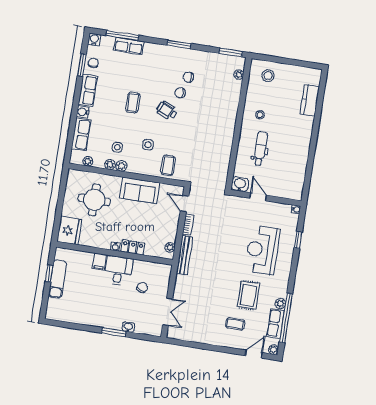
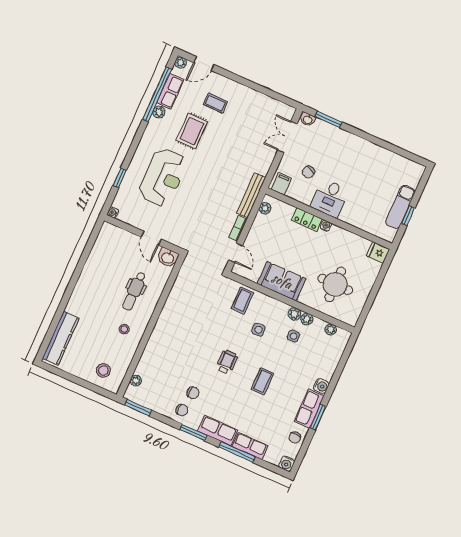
window: (122, 35) -> (237, 452), moved
window: (82, 65) -> (318, 417), moved
chair: (180, 93) -> (182, 410), moved
kitchen counter: (310, 100) -> (61, 338), width x1.50
wheelchair: (167, 111) -> (227, 362), turned -113
row of seats: (81, 134) -> (218, 431), moved, turned 90
fridge: (69, 231) -> (378, 252), width x0.53, depth x0.75
filing cabinet: (99, 262) -> (281, 184), moved
washbasin: (128, 327) -> (308, 119), moved
window: (114, 332) -> (329, 119), moved

